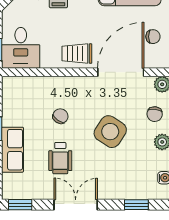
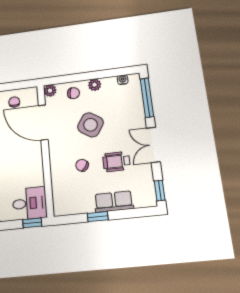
trolley: (77, 54) -> (31, 158), removed
wheelchair: (60, 158) -> (116, 162), turned 180
window: (136, 205) -> (147, 98), width x2.17

